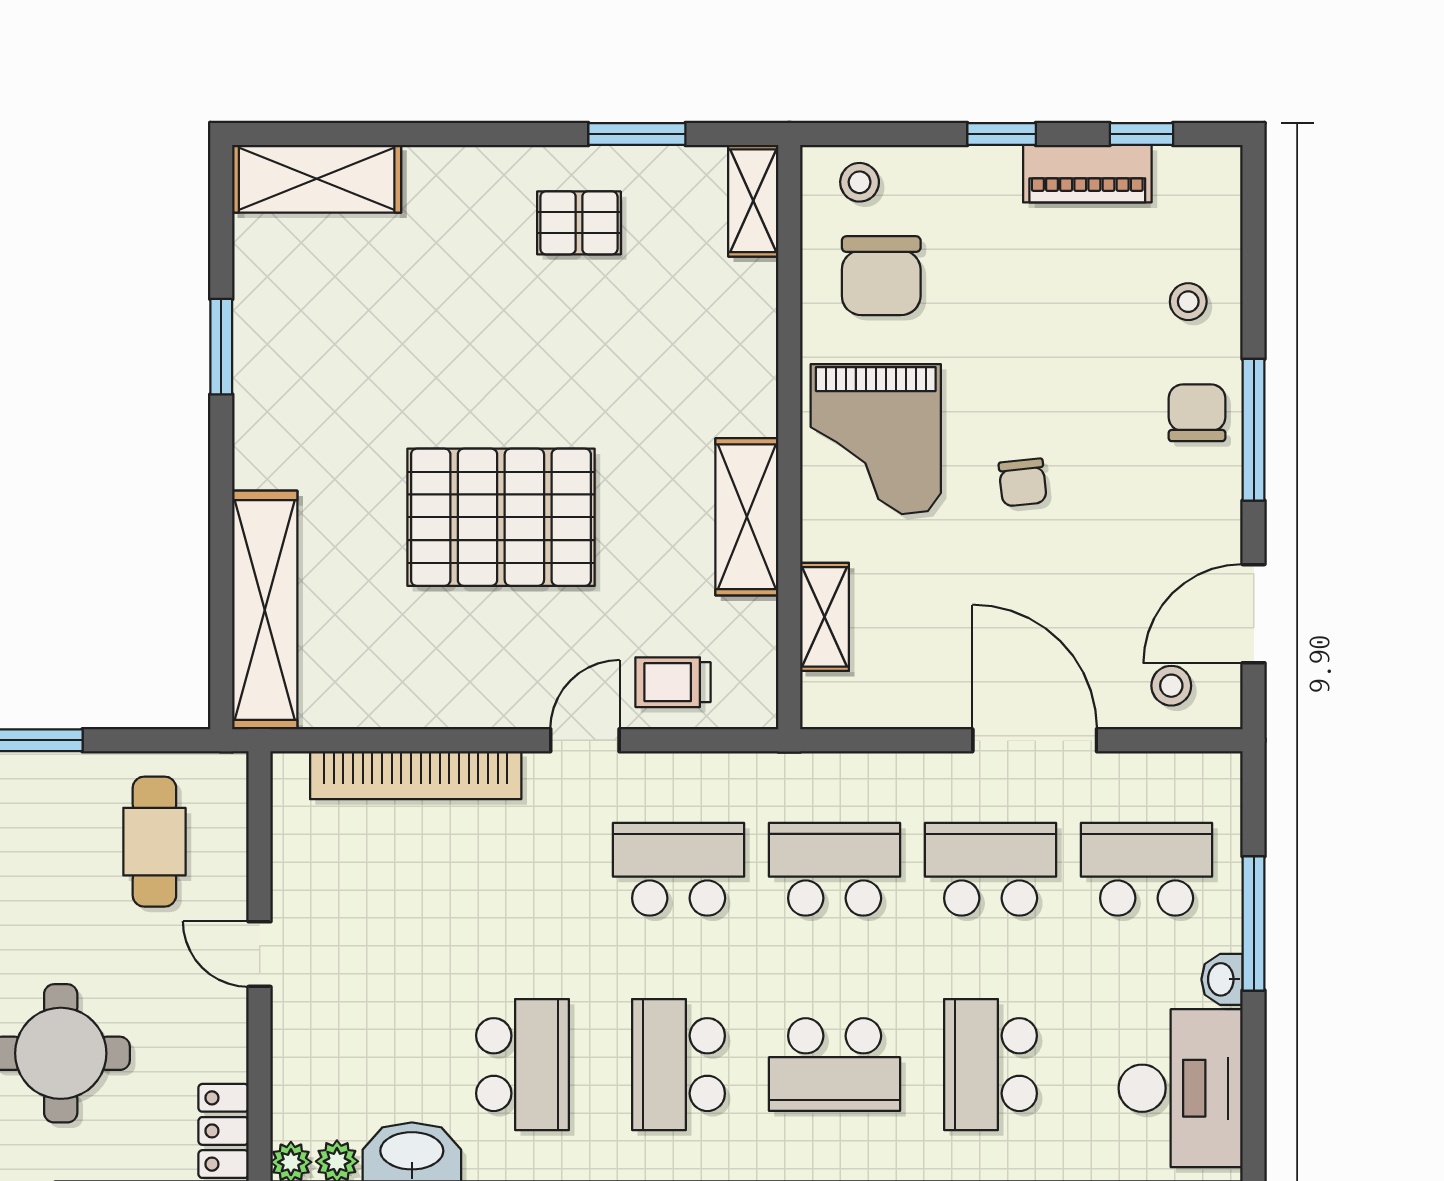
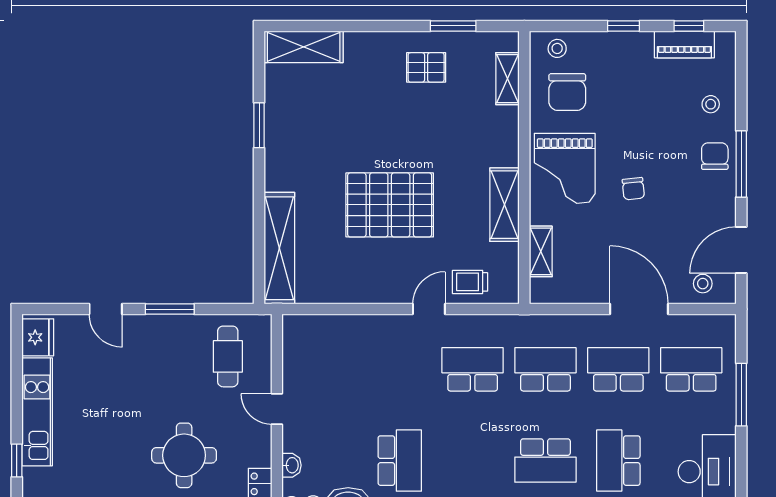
piano: (1087, 174) -> (684, 44), moved
shelving: (753, 201) -> (508, 79), moved
bookcase: (416, 775) -> (350, 325), removed
washbasin: (1222, 979) -> (292, 465), moved, turned 180
school desk: (679, 1065) -> (473, 461), removed

